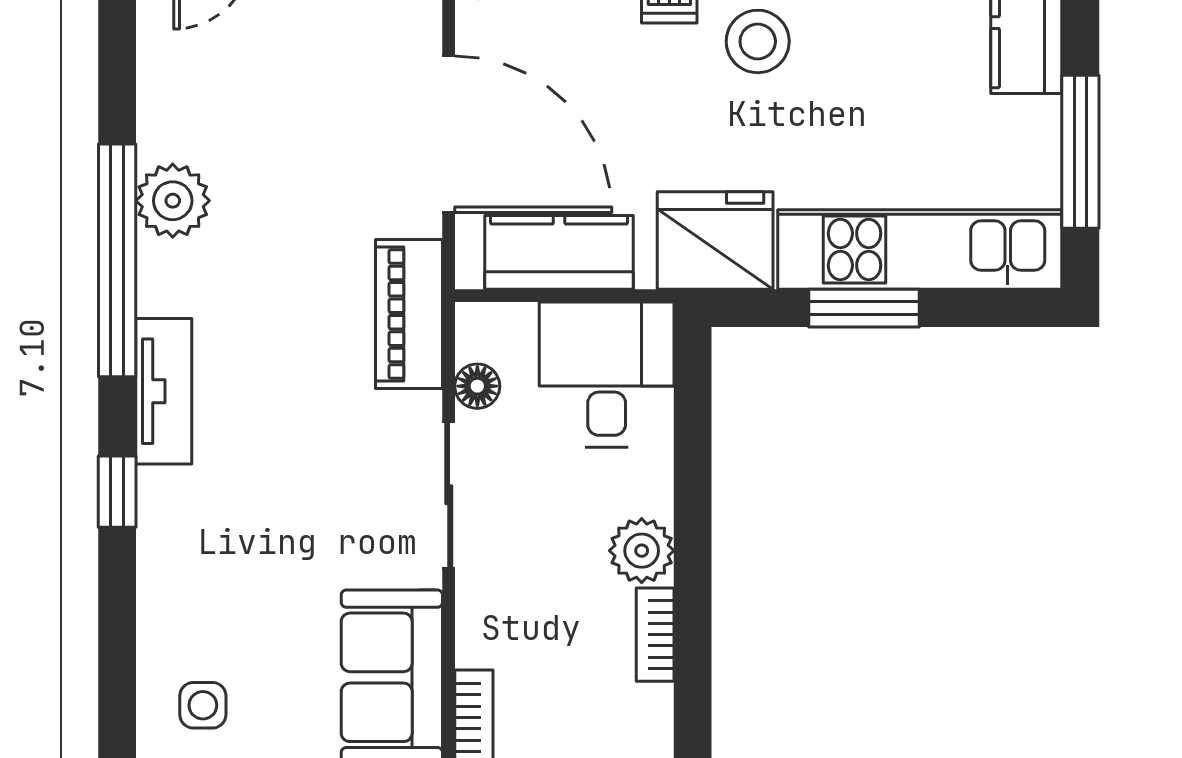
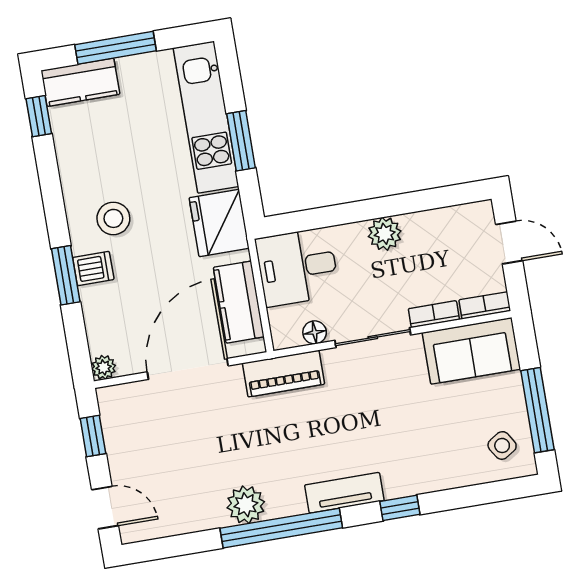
window: (1080, 152) -> (116, 48), moved
bookcase: (655, 635) -> (434, 314), moved, turned 180
side table: (203, 705) -> (502, 445), turned -32

